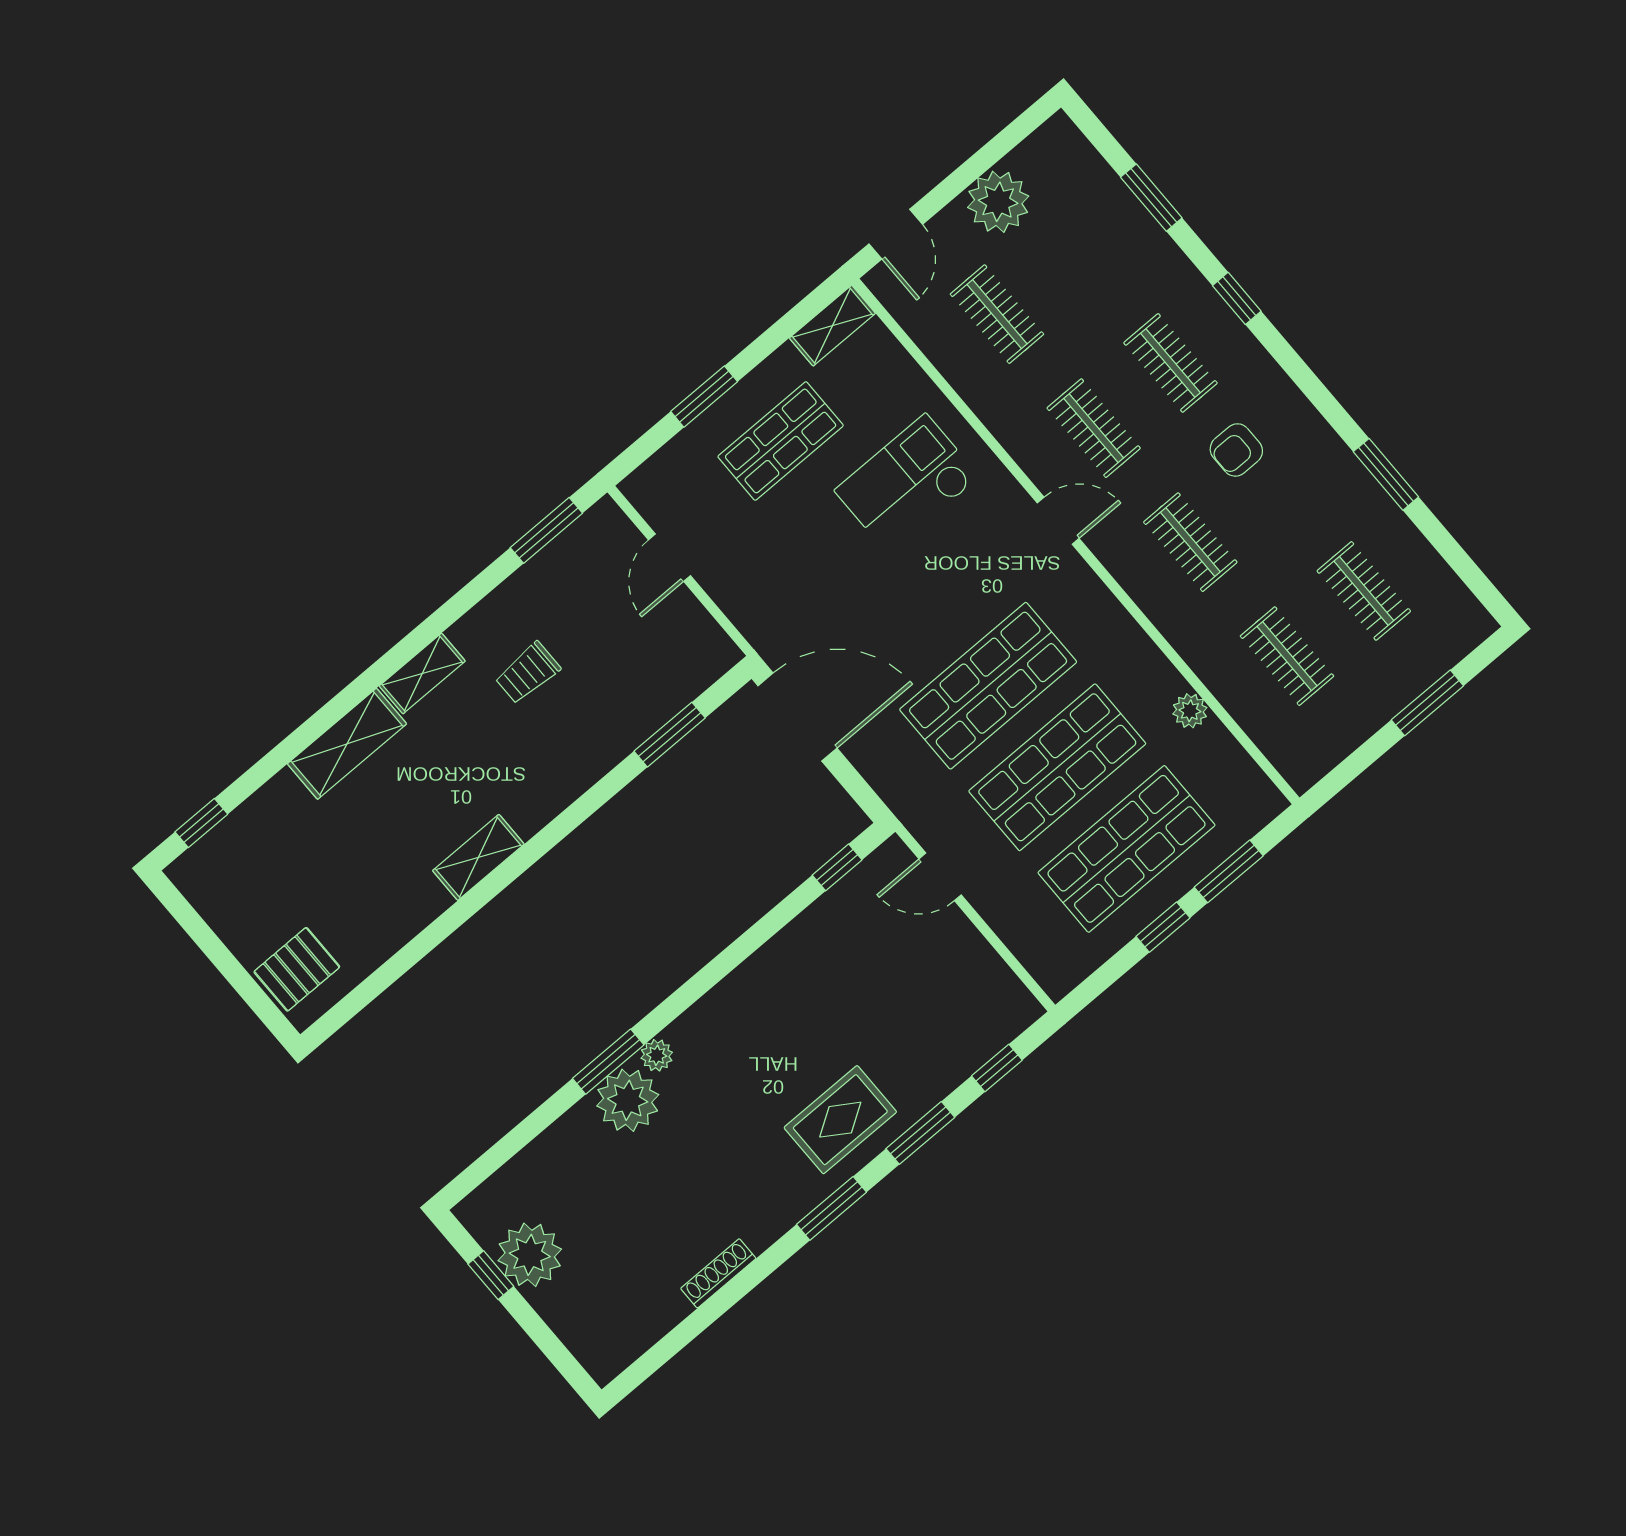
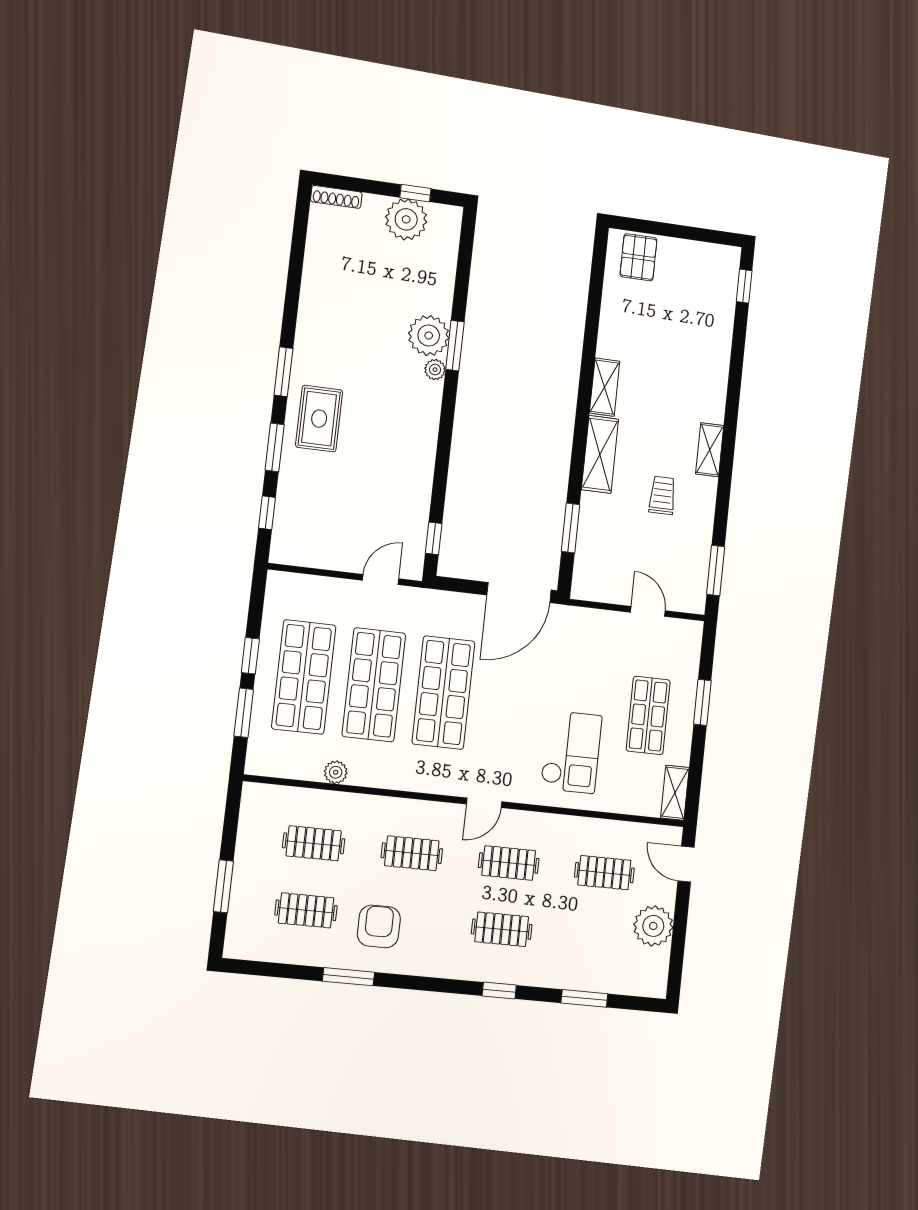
armchair: (1236, 450) -> (379, 926), moved, width x1.38, depth x1.38
shelving: (347, 744) -> (600, 454), moved
shoe rack: (718, 1273) -> (336, 197), moved, turned 90

